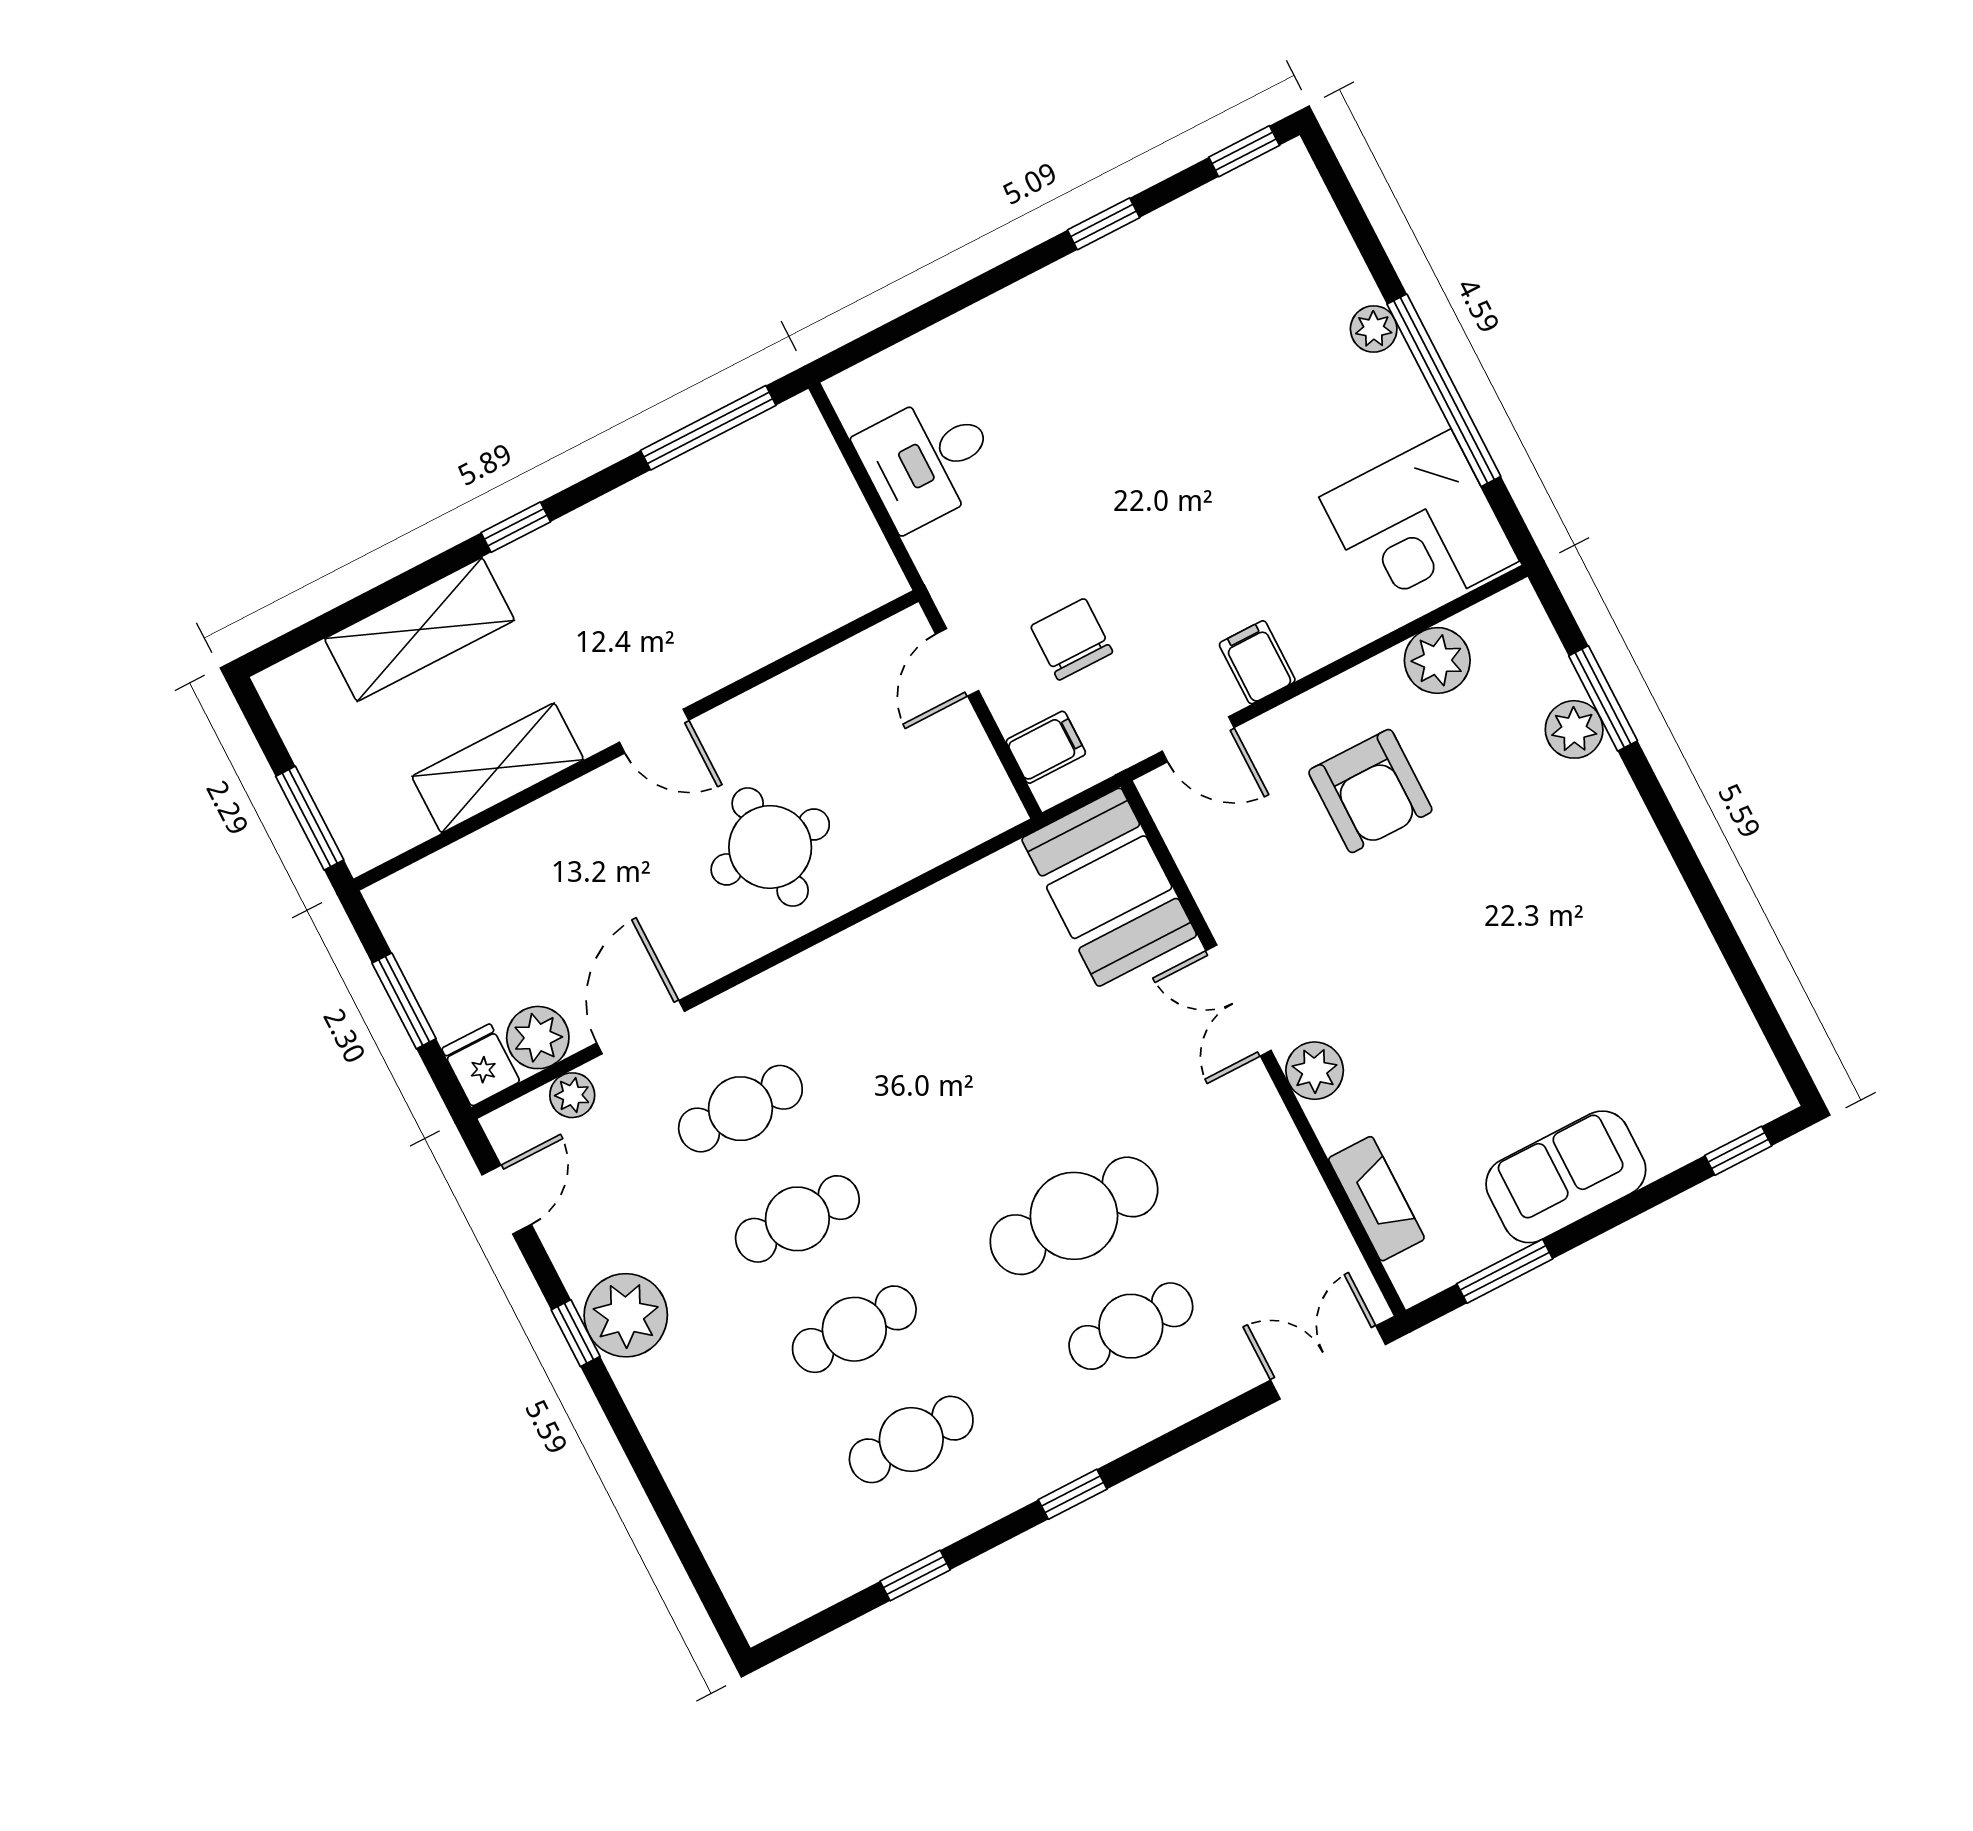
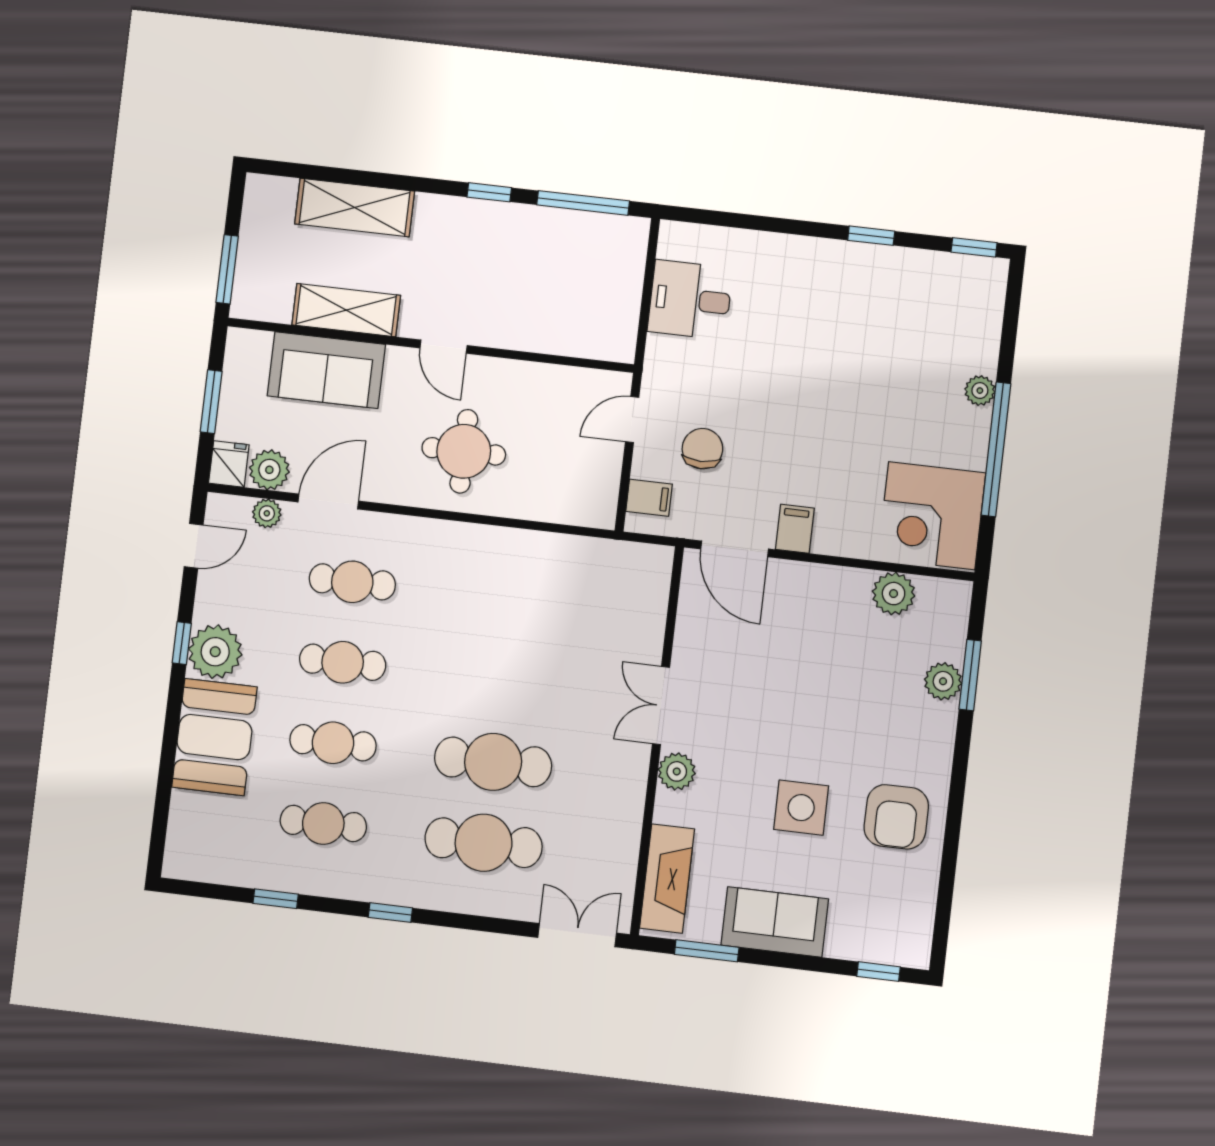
window: (516, 527) -> (489, 192), moved
door: (1198, 739) -> (735, 549), width x1.38
armchair: (1370, 791) -> (896, 817), moved
sofa: (524, 862) -> (326, 370), added
booth: (1109, 887) -> (214, 737), moved
side table: (1502, 1010) -> (801, 808), added
fireplace: (1376, 1199) -> (667, 879), width x1.37, depth x1.32
cafe table: (1131, 1326) -> (484, 843), width x1.37, depth x1.35

